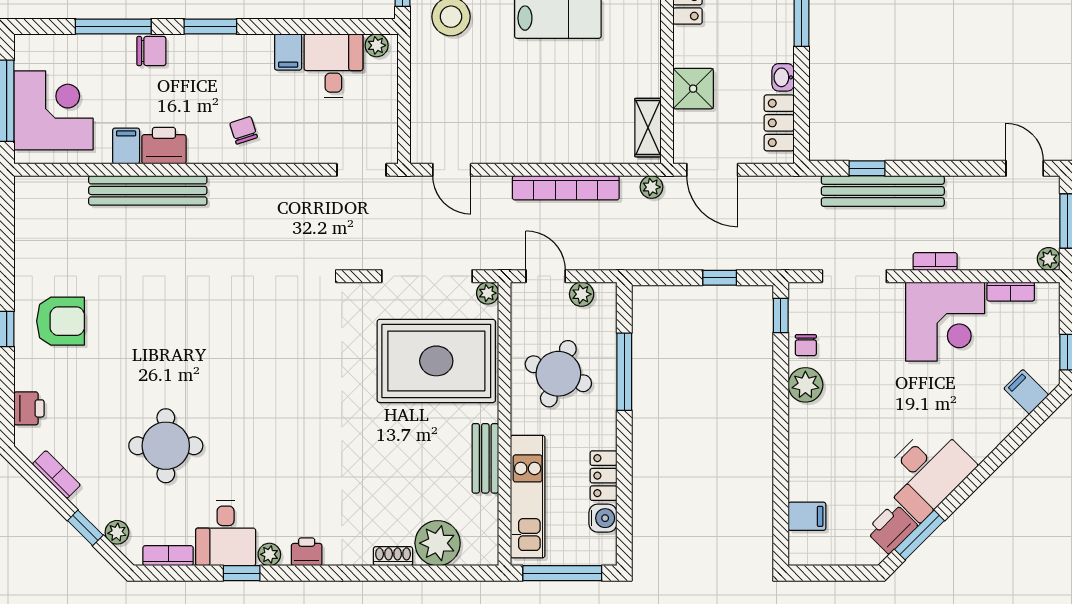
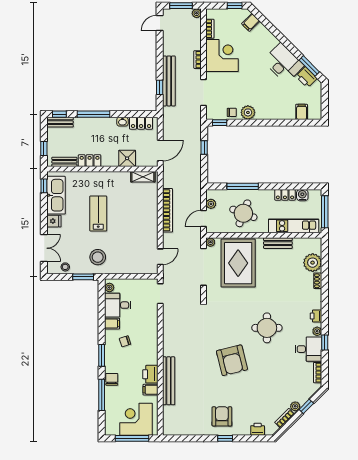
chair: (244, 130) -> (125, 341), moved
plant: (651, 187) -> (167, 175), removed
armchair: (198, 346) -> (232, 360), added
round table: (166, 446) -> (267, 328), moved
plant: (117, 532) -> (295, 406), moved

